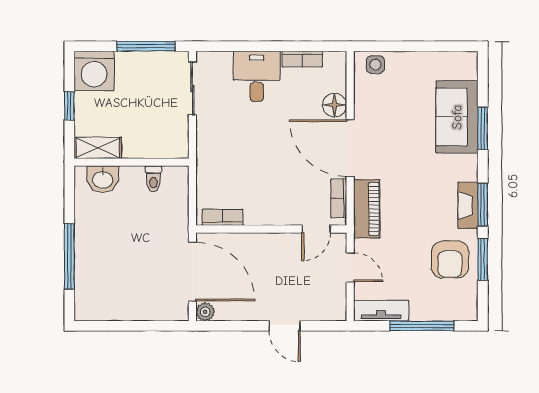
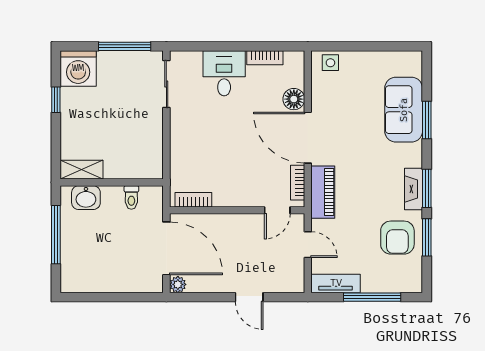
shelving: (98, 148) -> (82, 170), moved
wall: (131, 162) -> (112, 182), moved
washbasin: (103, 179) -> (86, 198), moved
toilet: (153, 179) -> (131, 197), moved

